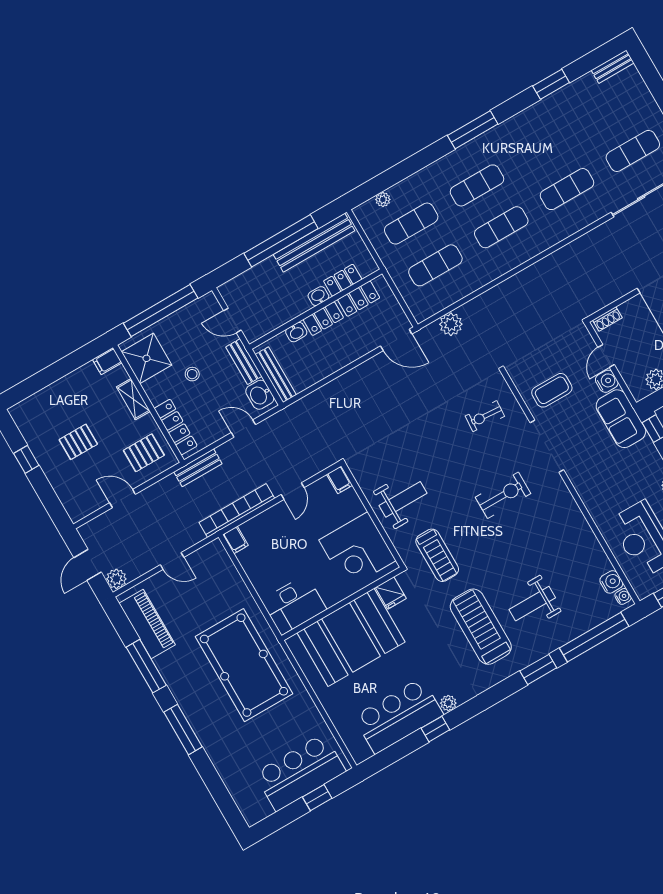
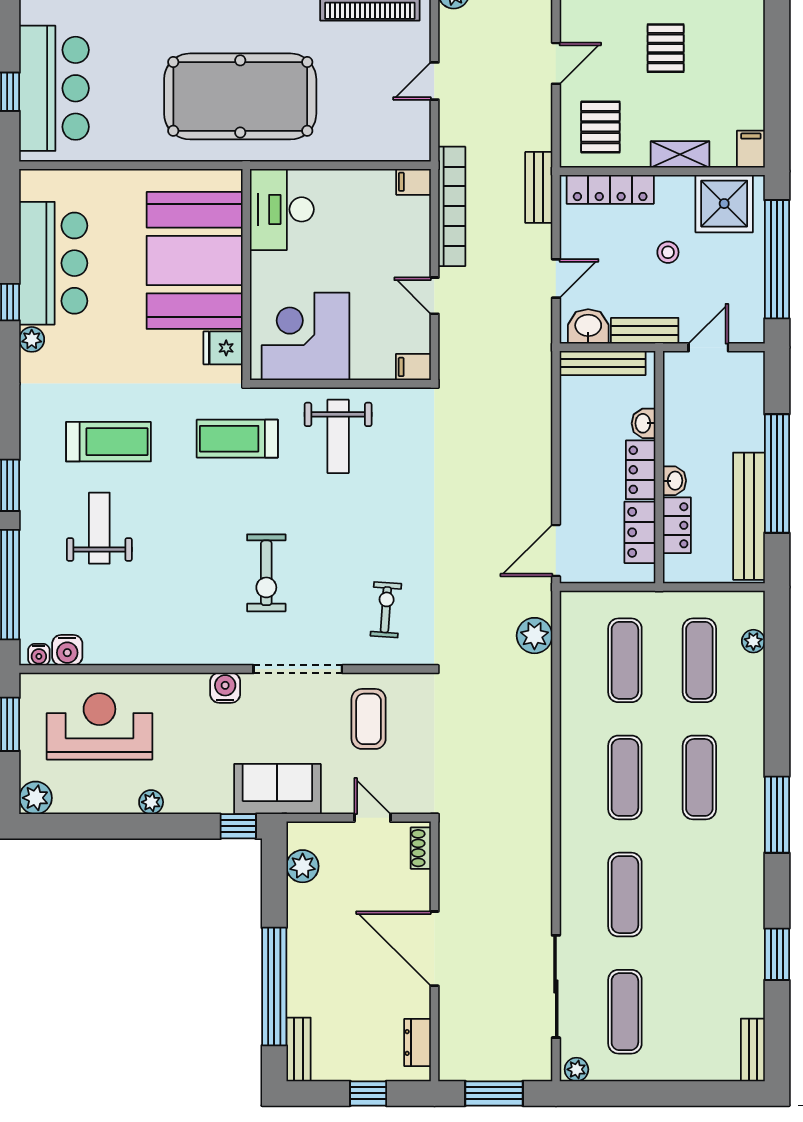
water cooler: (607, 381) -> (225, 688), moved, turned 180
treadmill: (481, 627) -> (109, 442), width x0.73, depth x0.73

